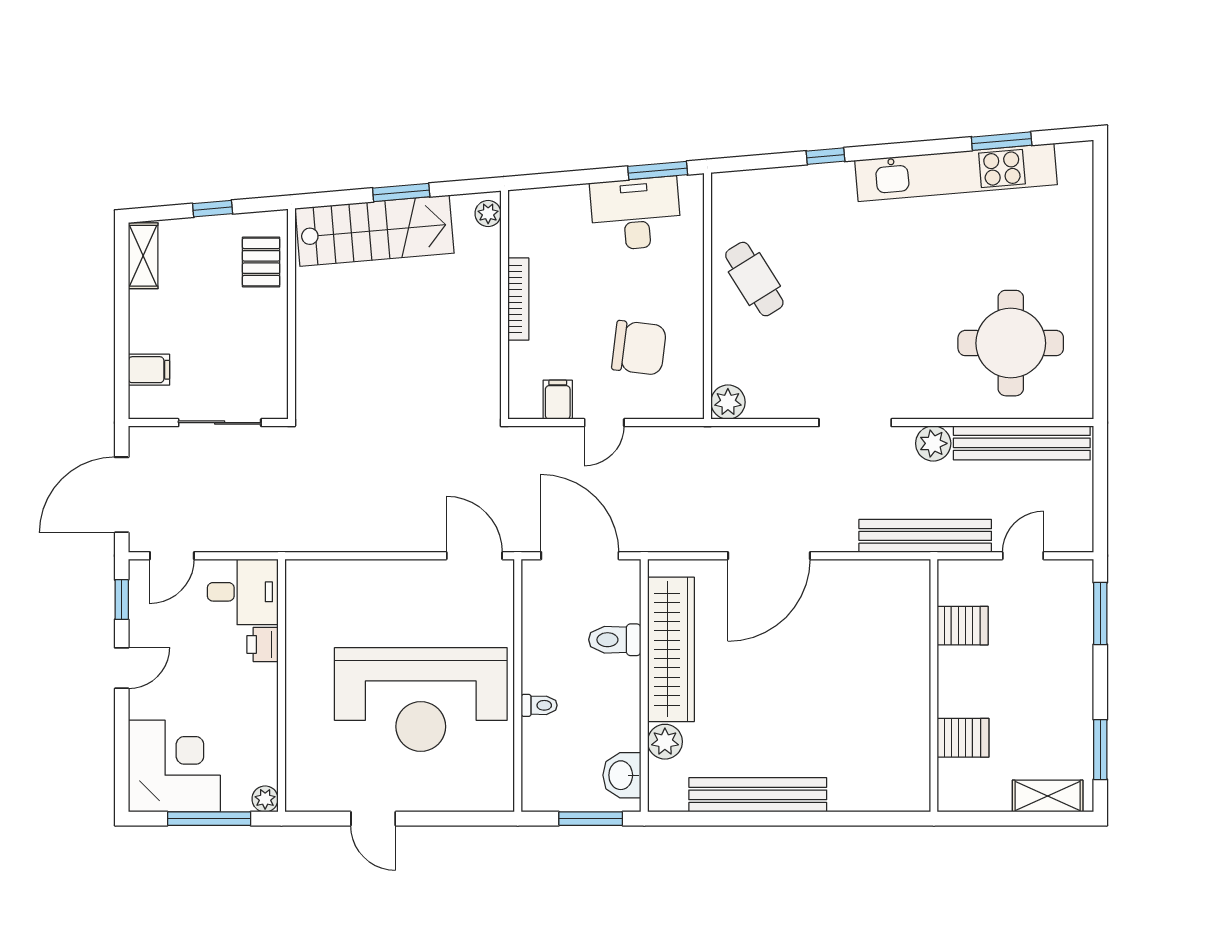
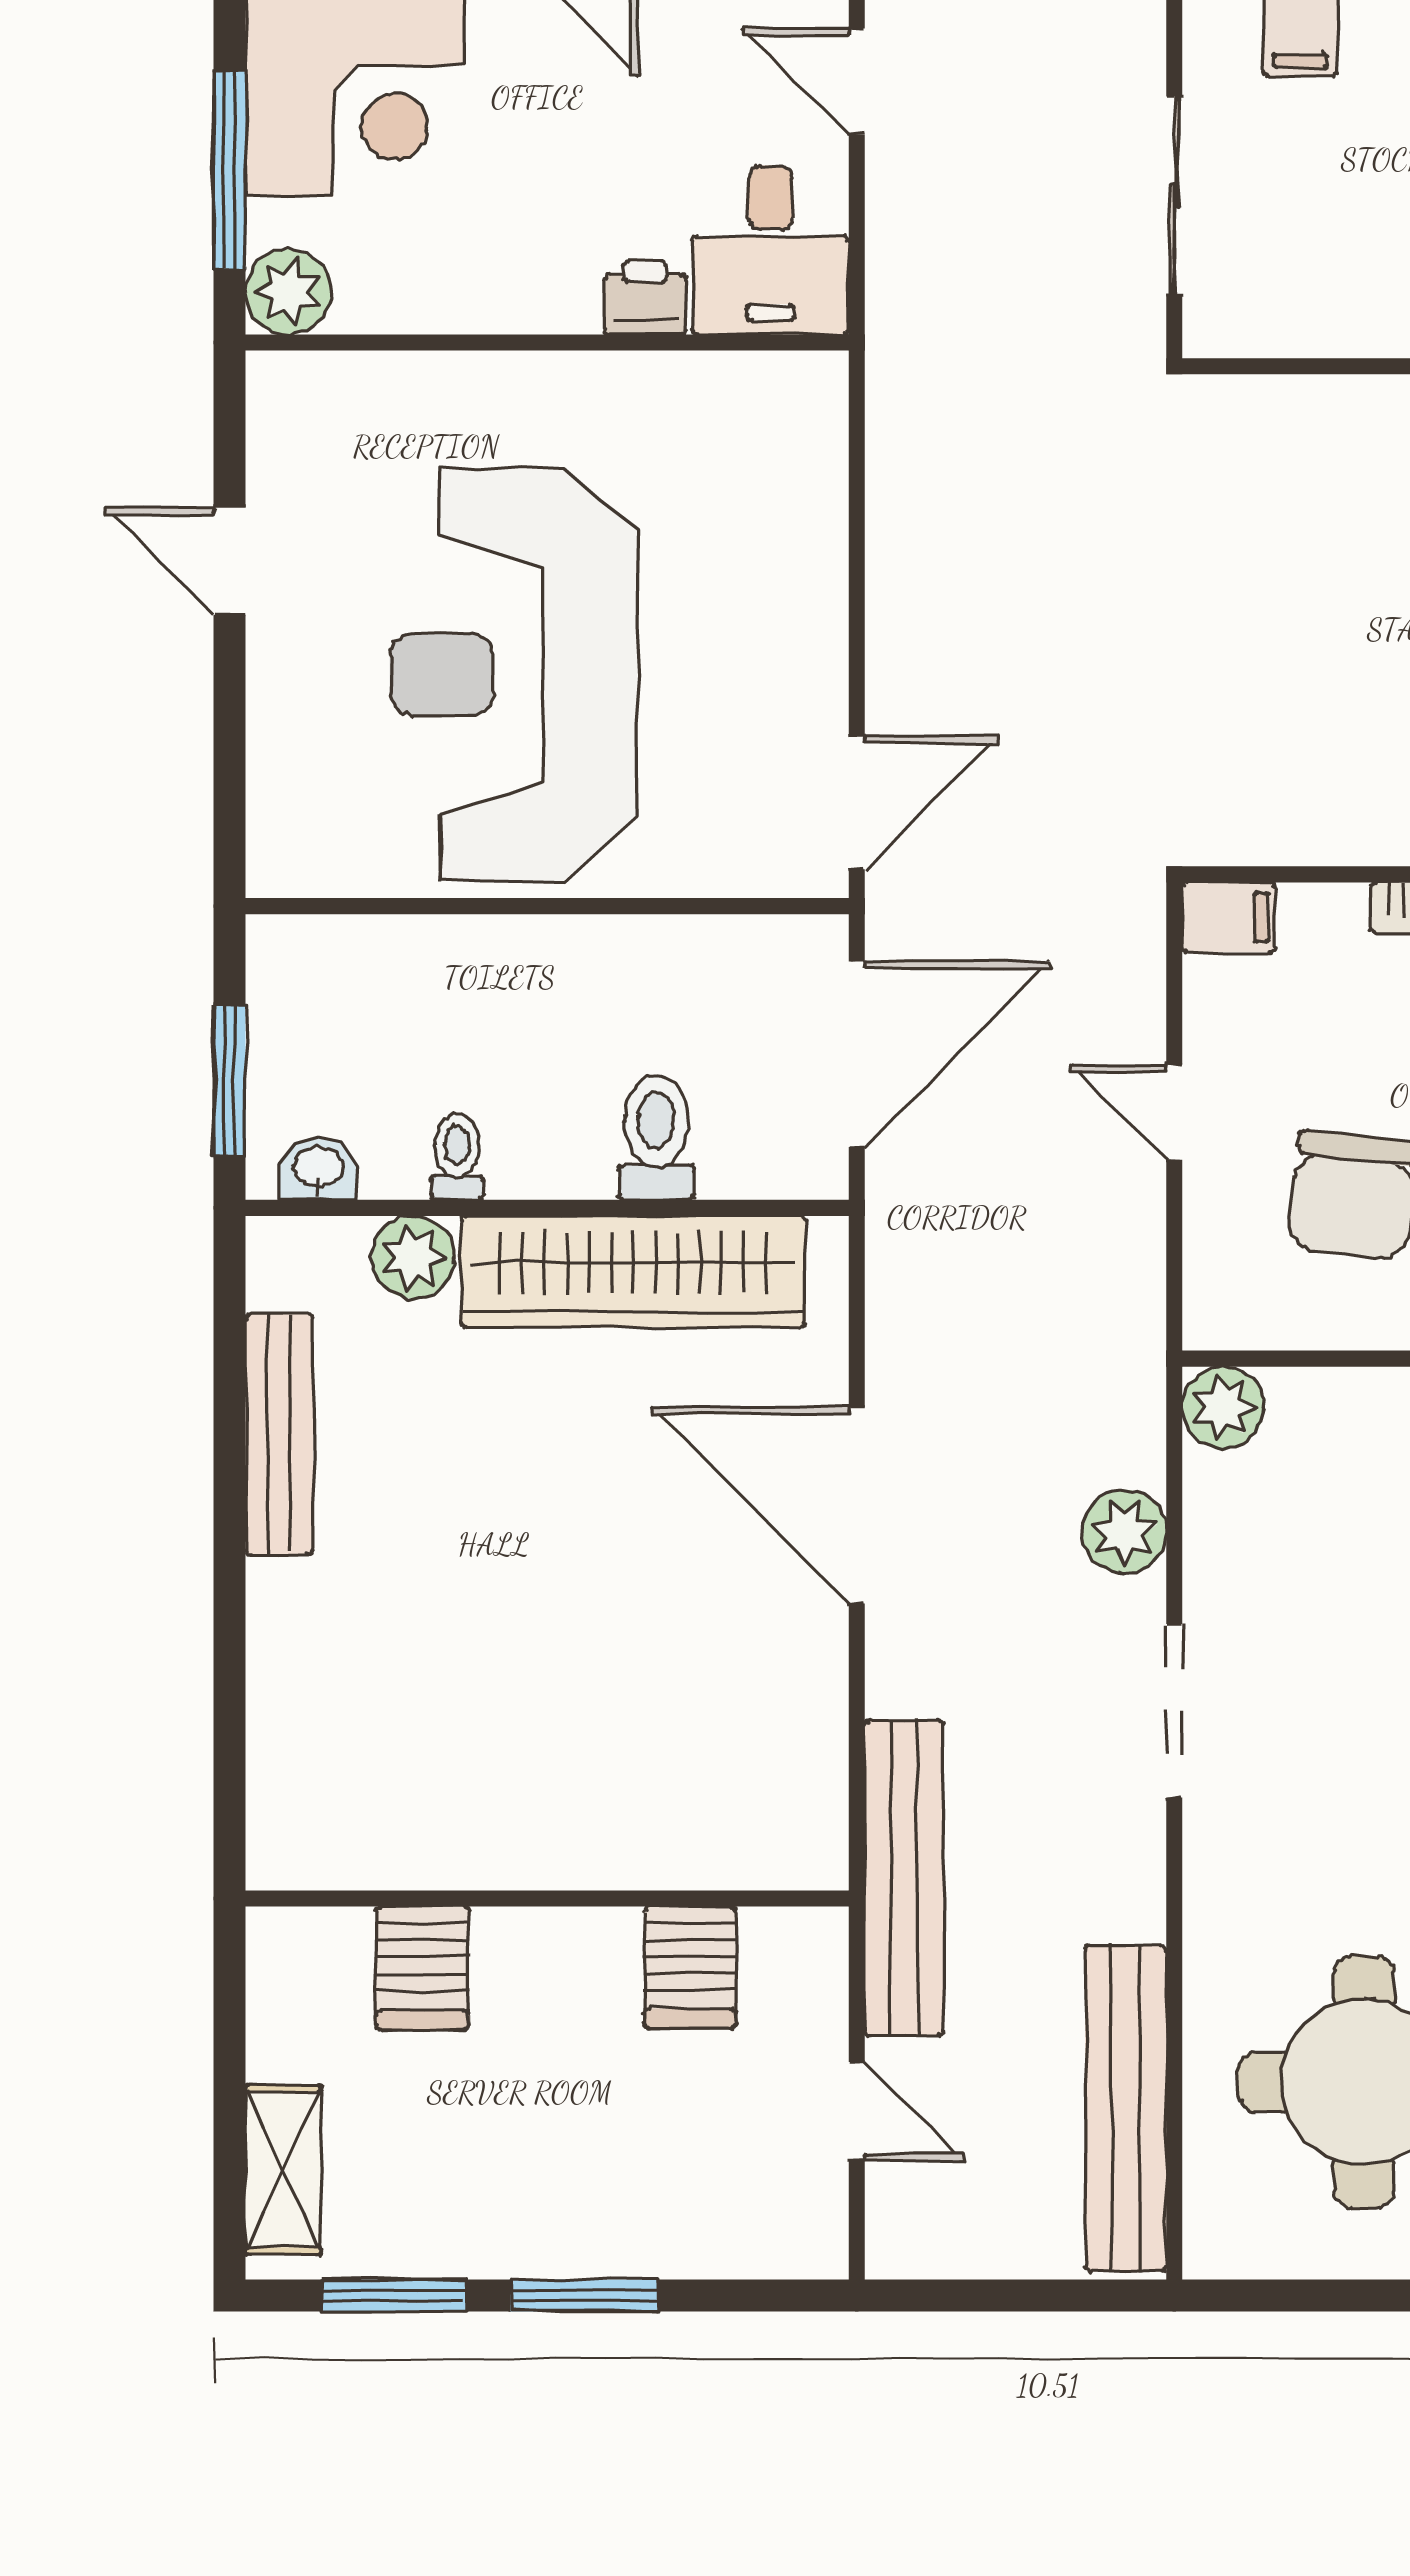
filing cabinet: (558, 400) -> (1229, 917), moved
plant: (933, 443) -> (1124, 1532), moved
window: (1100, 614) -> (585, 2295), moved
toilet: (539, 705) -> (457, 1157), moved, turned 180
washbasin: (622, 775) -> (318, 1168), width x0.72, depth x0.69
bench: (758, 795) -> (279, 1434), width x0.73, depth x0.82
plant: (265, 799) -> (288, 292), width x1.38, depth x1.38
door: (373, 819) -> (230, 561), hinge flipped

